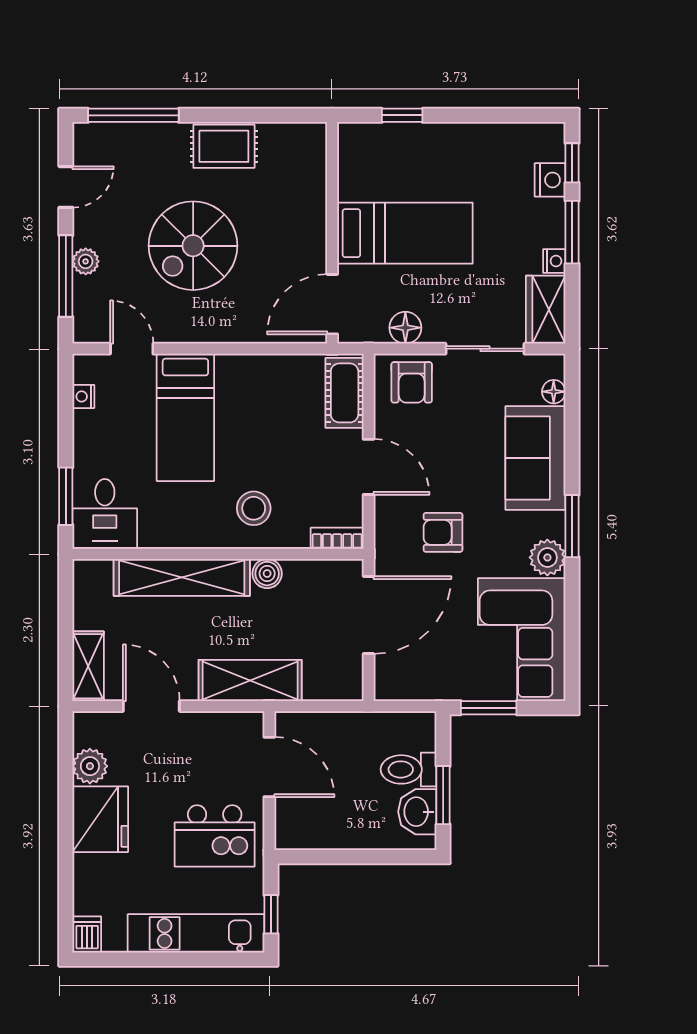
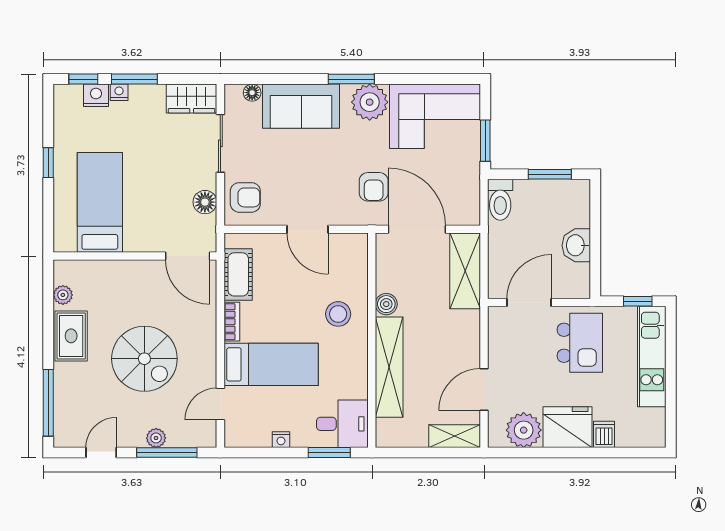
window: (402, 115) -> (48, 163), moved
plant: (280, 135) -> (63, 295), added
door: (66, 187) -> (101, 453), hinge flipped
bed: (405, 233) -> (100, 202), moved
nightstand: (554, 261) -> (119, 92), moved
cot: (345, 393) -> (238, 274), moved, turned 90
nightstand: (83, 396) -> (281, 440), moved
door: (369, 467) -> (308, 229), swing flipped
armchair: (443, 532) -> (374, 187), moved
bookcase: (337, 538) -> (232, 322), moved, turned 180
plant: (547, 557) -> (370, 102), width x1.36, depth x1.36
shelving: (250, 680) -> (465, 271), moved
plant: (90, 766) -> (524, 430), width x1.36, depth x1.36
toilet: (409, 769) -> (500, 200), moved
washbasin: (417, 812) -> (576, 245), moved, turned 90
dishwasher: (87, 935) -> (604, 434), moved, turned 90

